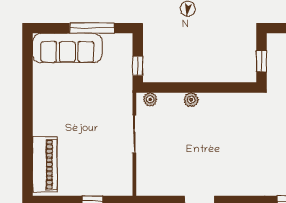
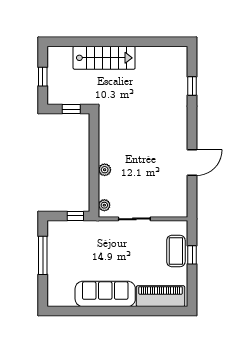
sofa: (67, 48) -> (105, 294), moved, turned -90
coffee table: (97, 182) -> (176, 251), added

